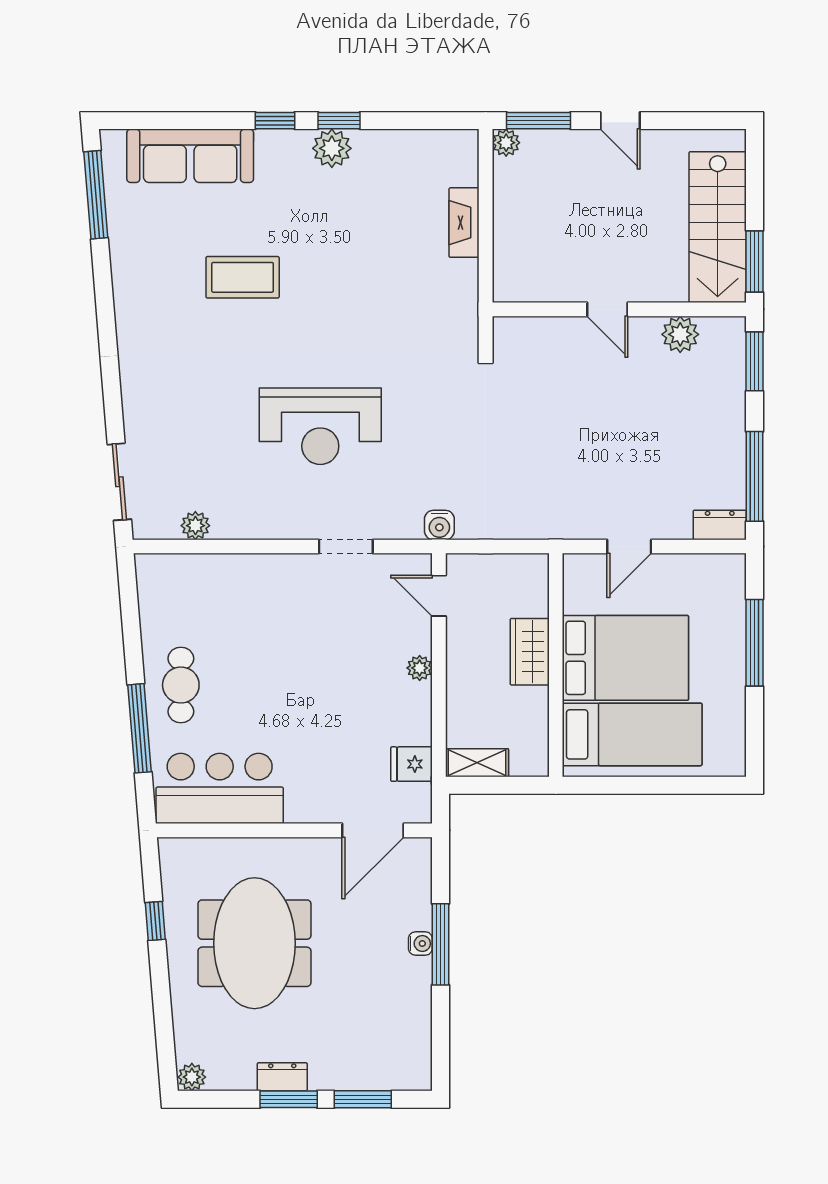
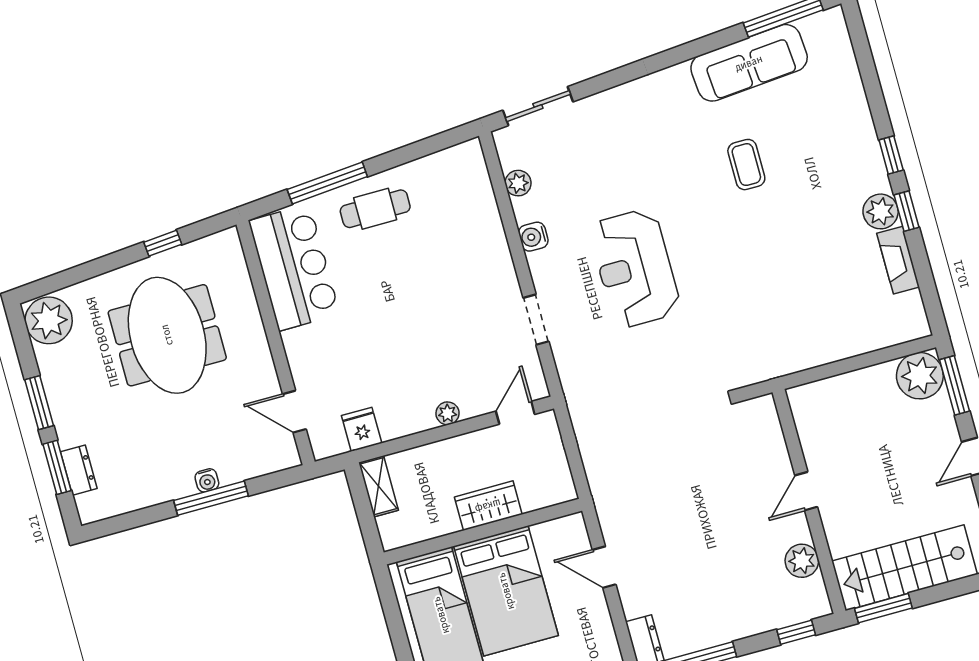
plant: (506, 143) -> (920, 376), width x1.87, depth x1.87
sofa: (190, 156) -> (749, 63), moved, turned -95
fireplace: (464, 223) -> (898, 260), moved, turned -90
coffee table: (243, 277) -> (746, 165), width x0.73, depth x0.77
window: (755, 361) -> (796, 632), width x0.67
water cooler: (439, 525) -> (533, 237), moved
door: (373, 830) -> (294, 412), width x0.73
meeting table: (254, 943) -> (167, 335), turned 90
plant: (192, 1077) -> (49, 320), width x1.88, depth x1.88
dresser: (282, 1077) -> (79, 470), moved

